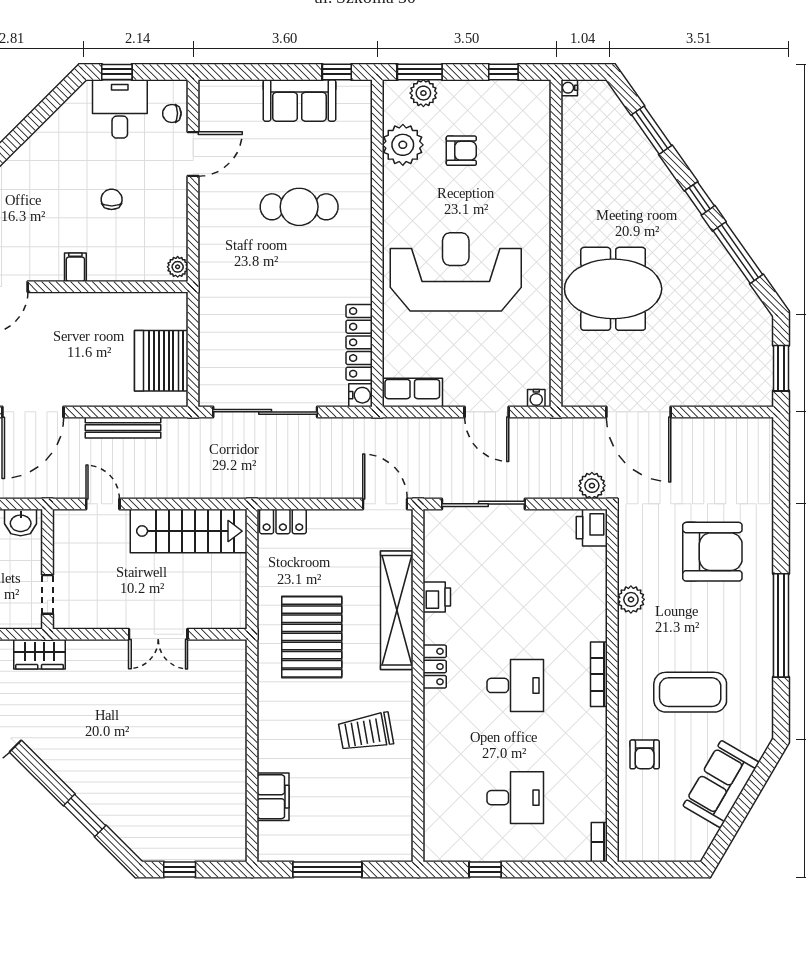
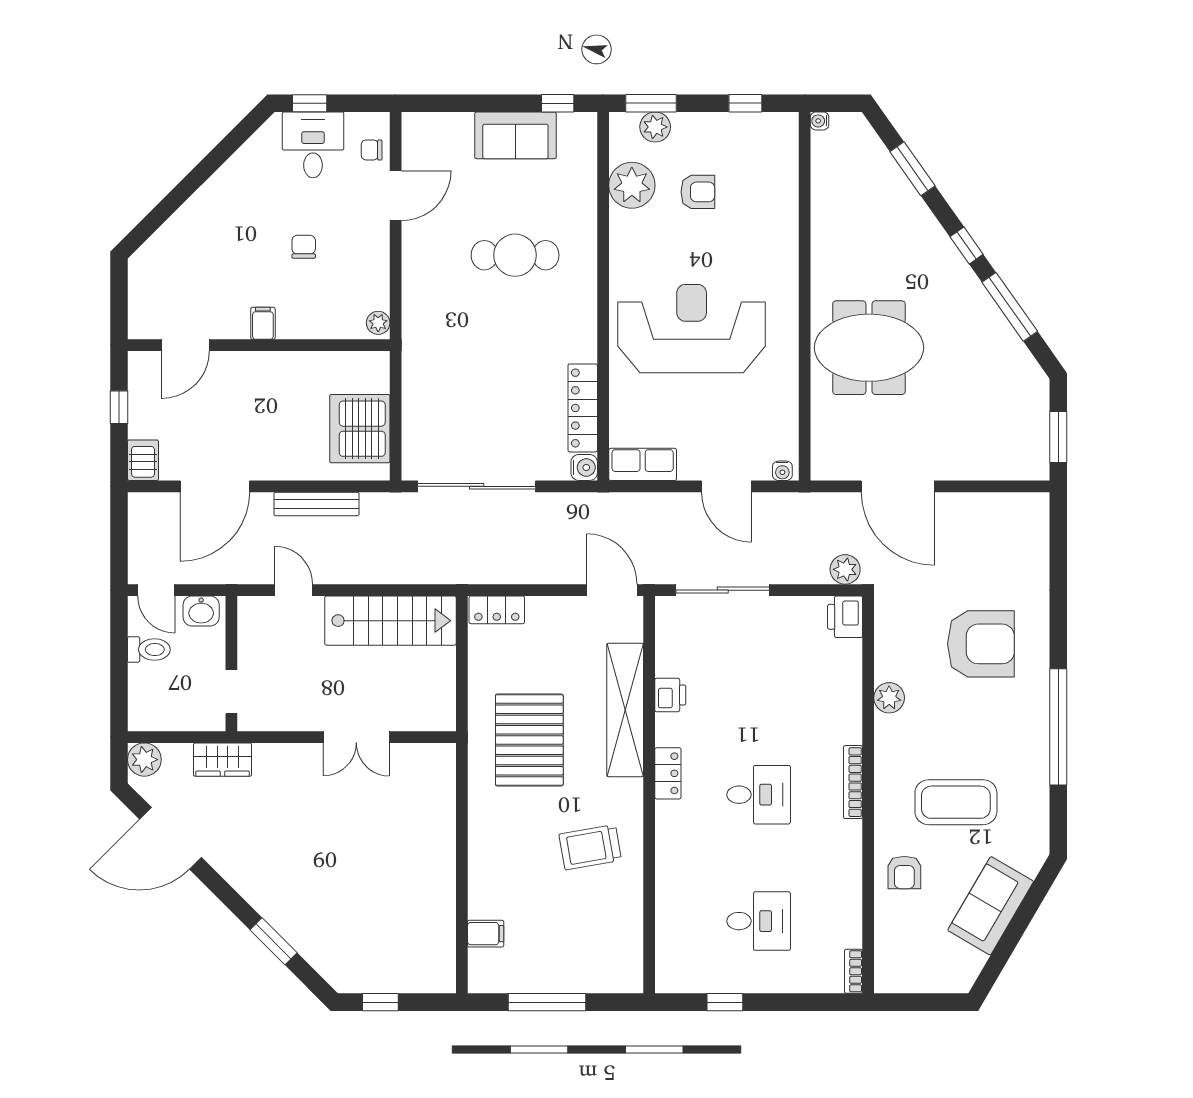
filing cabinet: (273, 797) -> (486, 934), width x0.50

